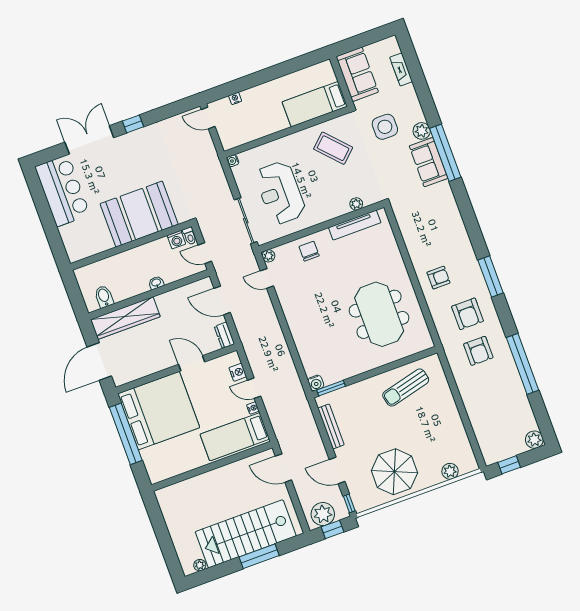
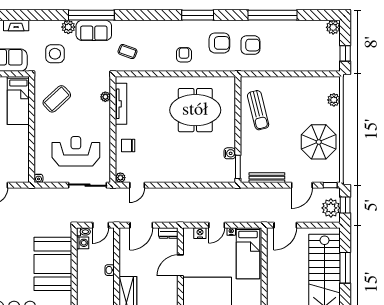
reception desk: (280, 193) -> (76, 151), turned 180
coffee table: (418, 210) -> (128, 52), added
water cooler: (316, 383) -> (230, 153), moved

